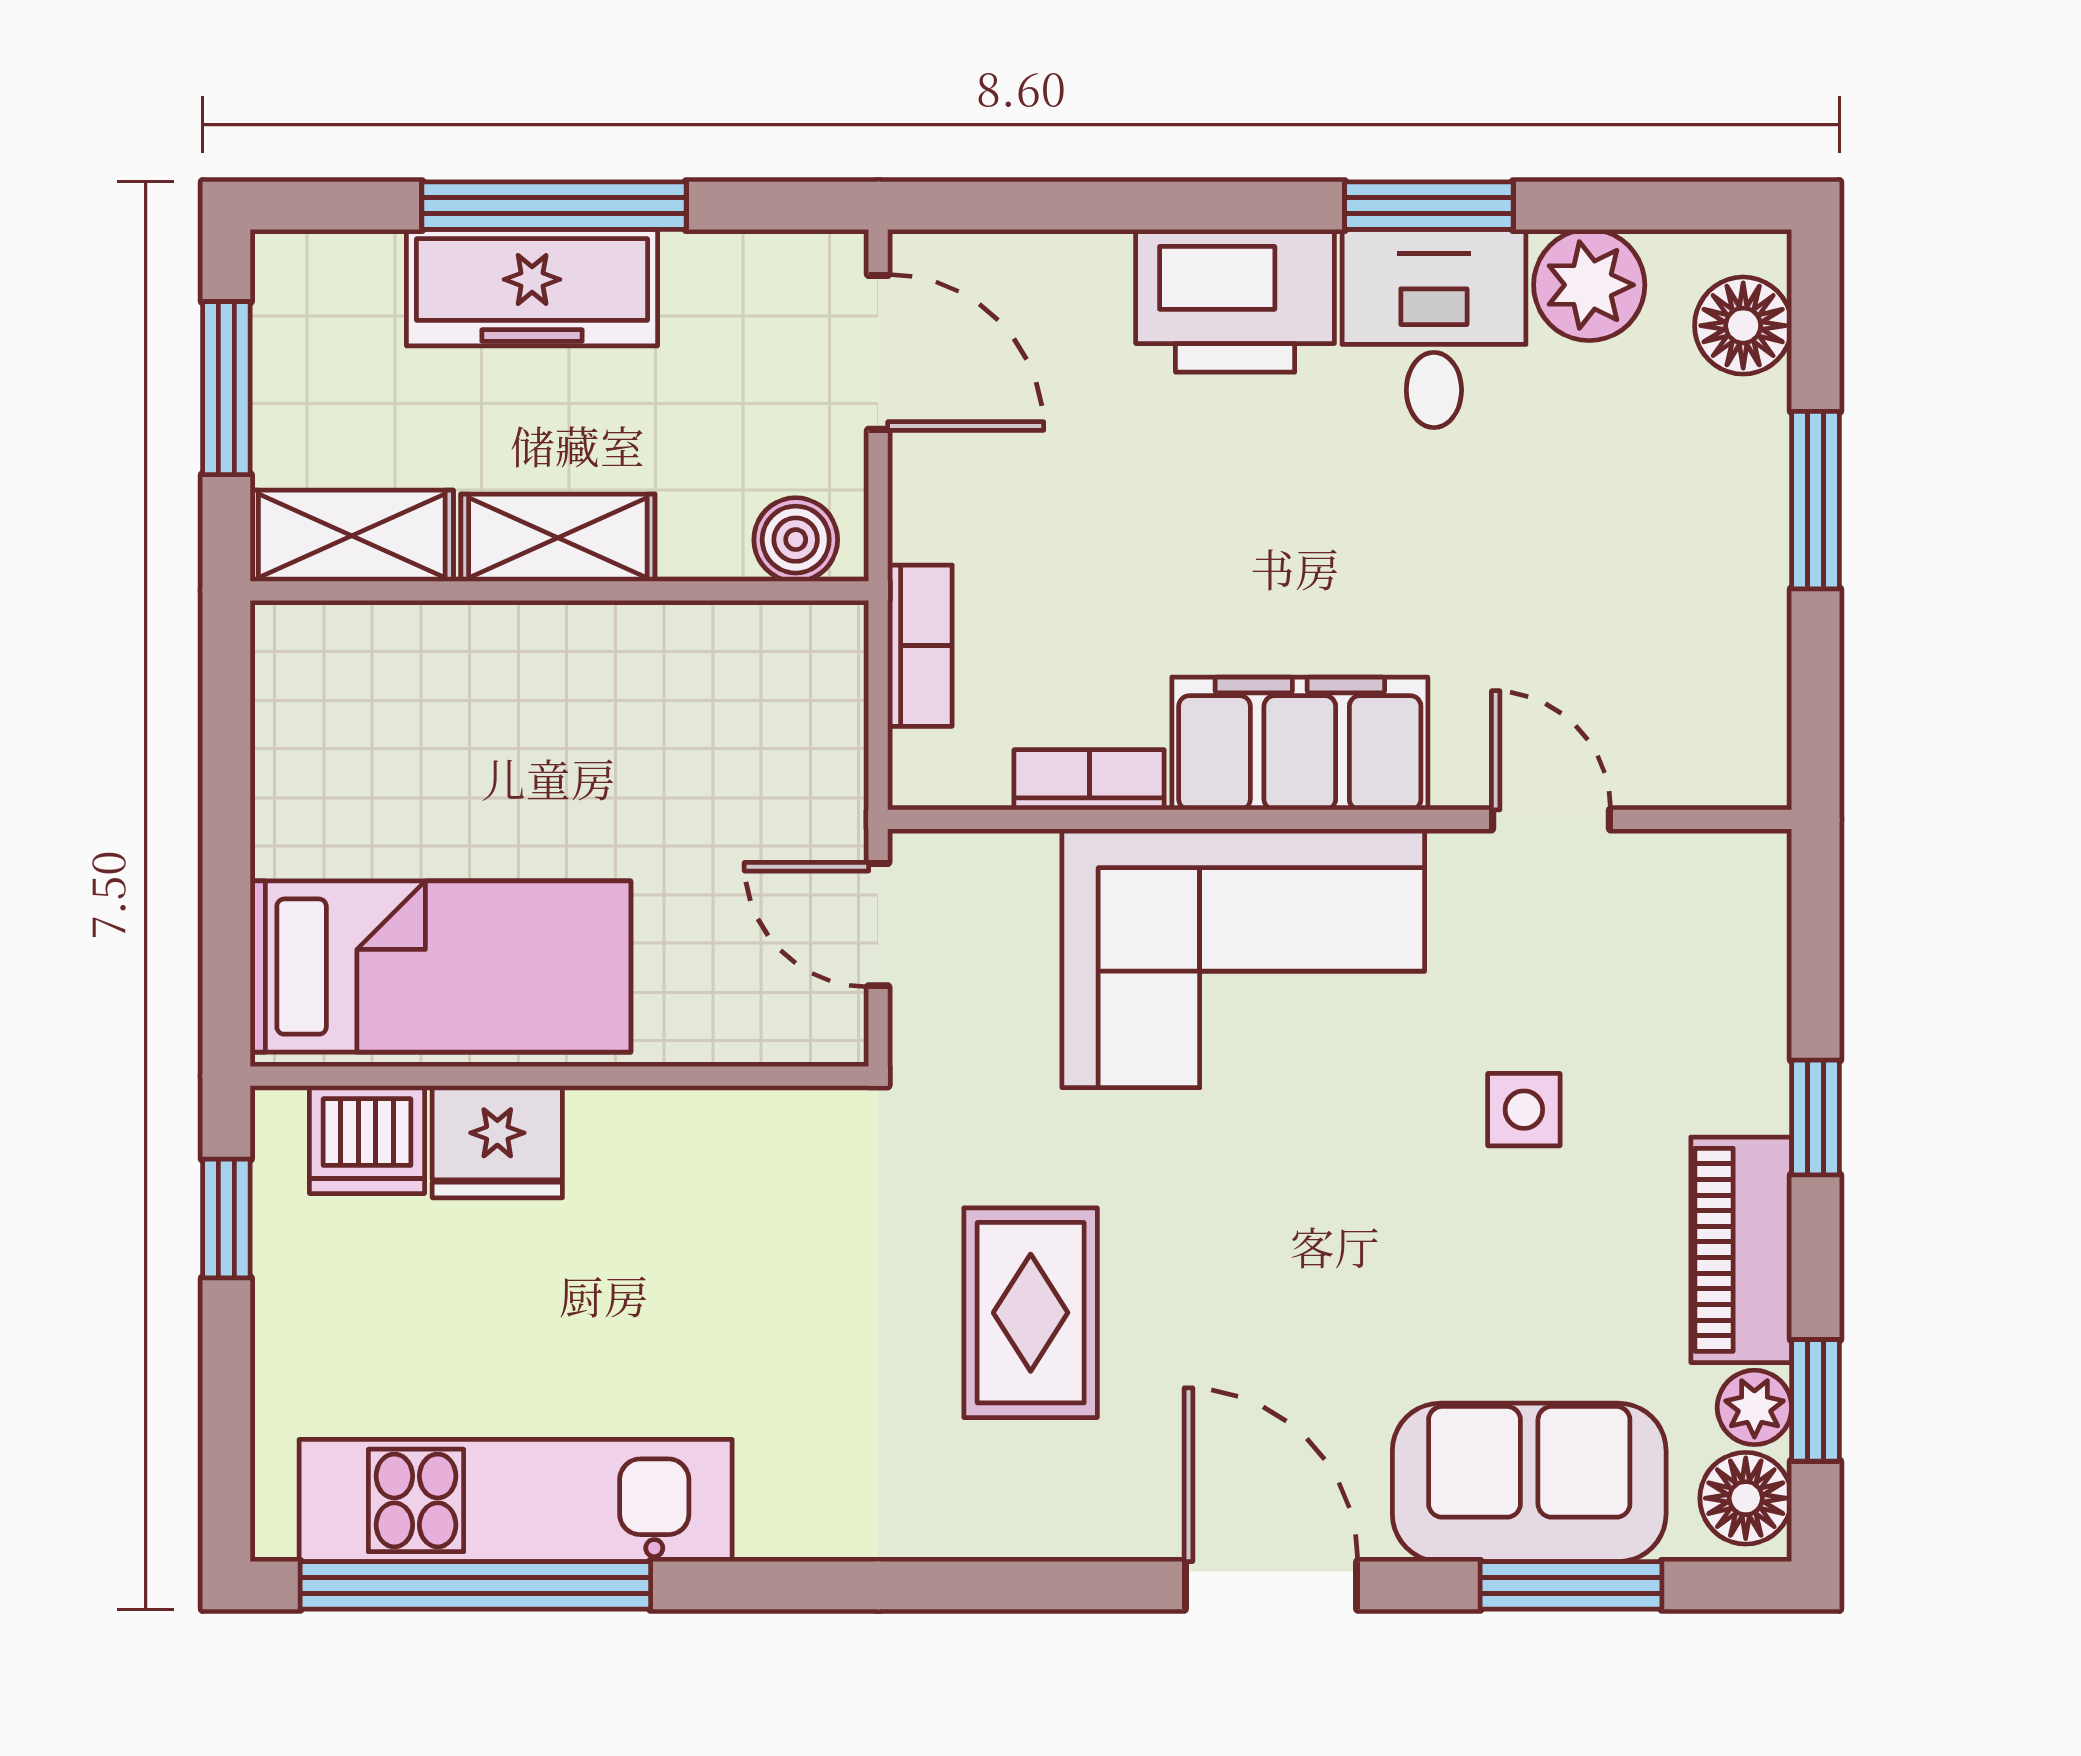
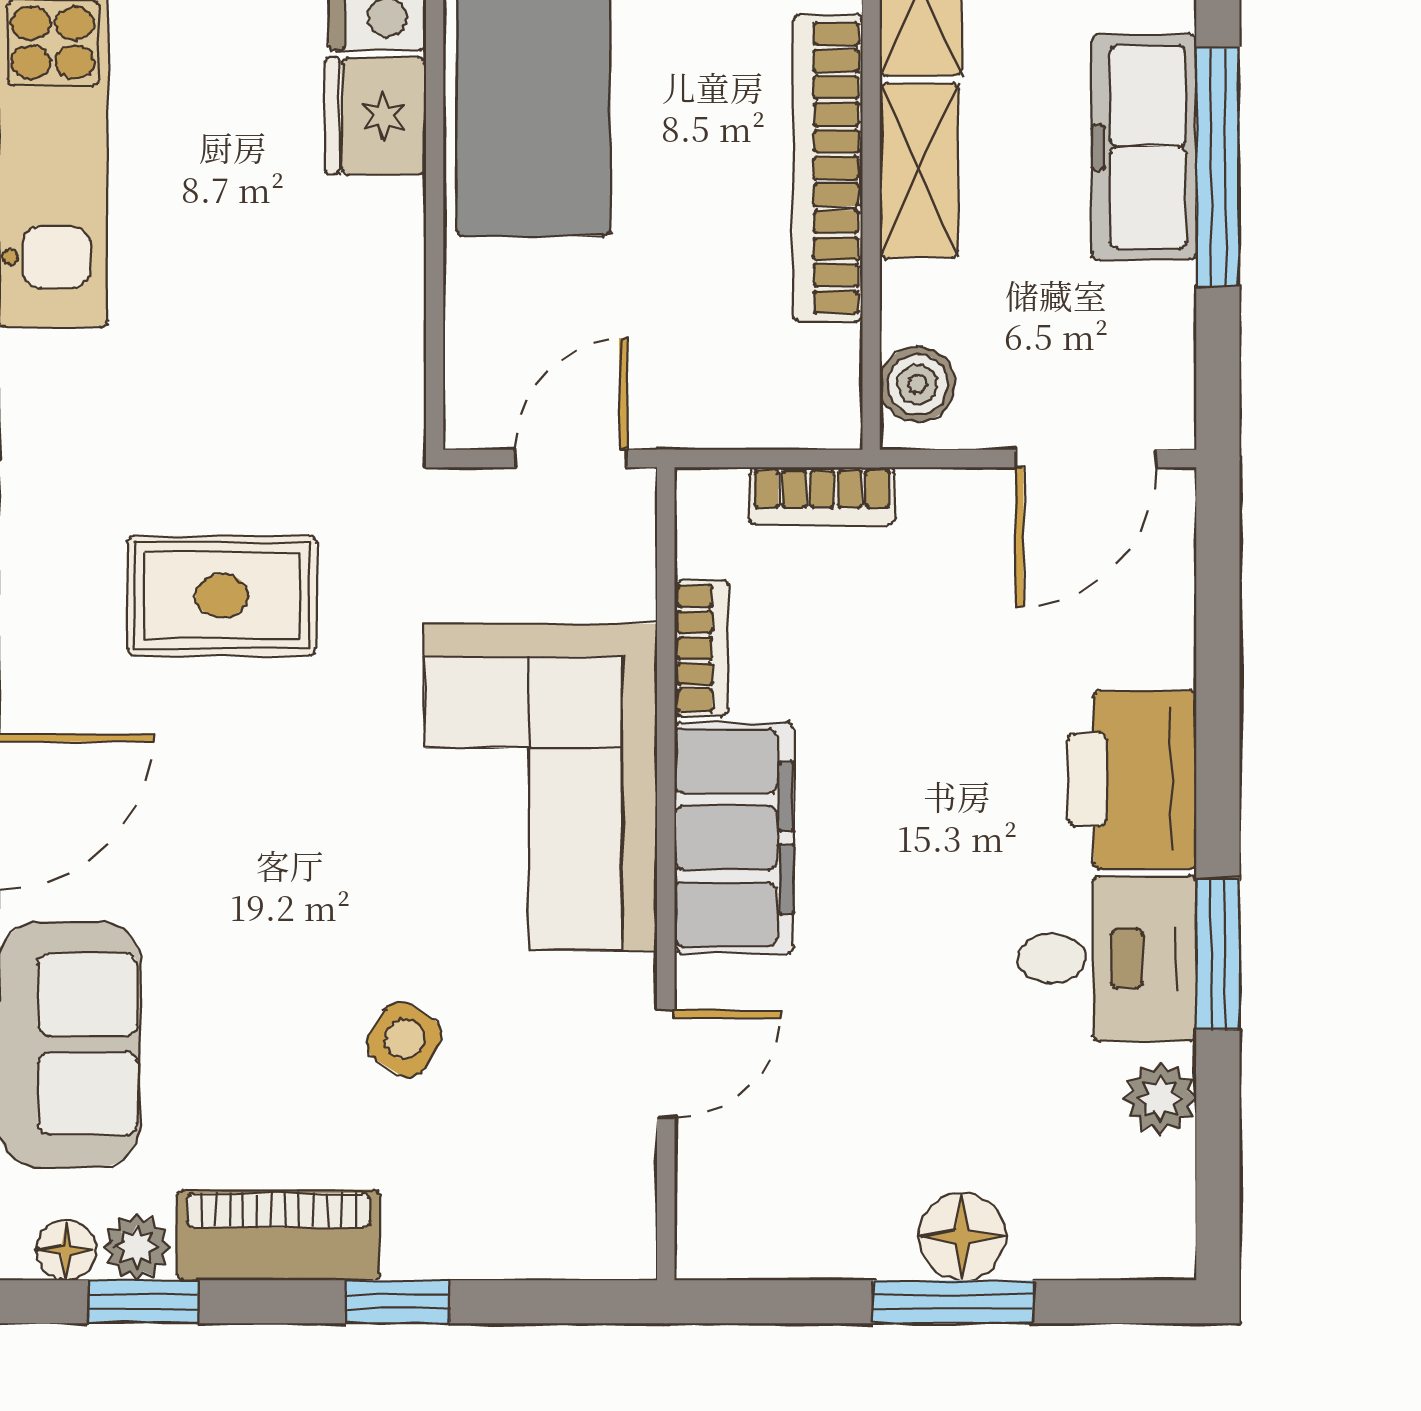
plant: (1589, 285) -> (1160, 1098), width x0.73, depth x0.73
floor lamp: (1743, 326) -> (962, 1237), moved
bookcase: (555, 639) -> (828, 168), added
side table: (1524, 1110) -> (405, 1039), turned 32
floor lamp: (1746, 1498) -> (66, 1250), width x0.73, depth x0.73

